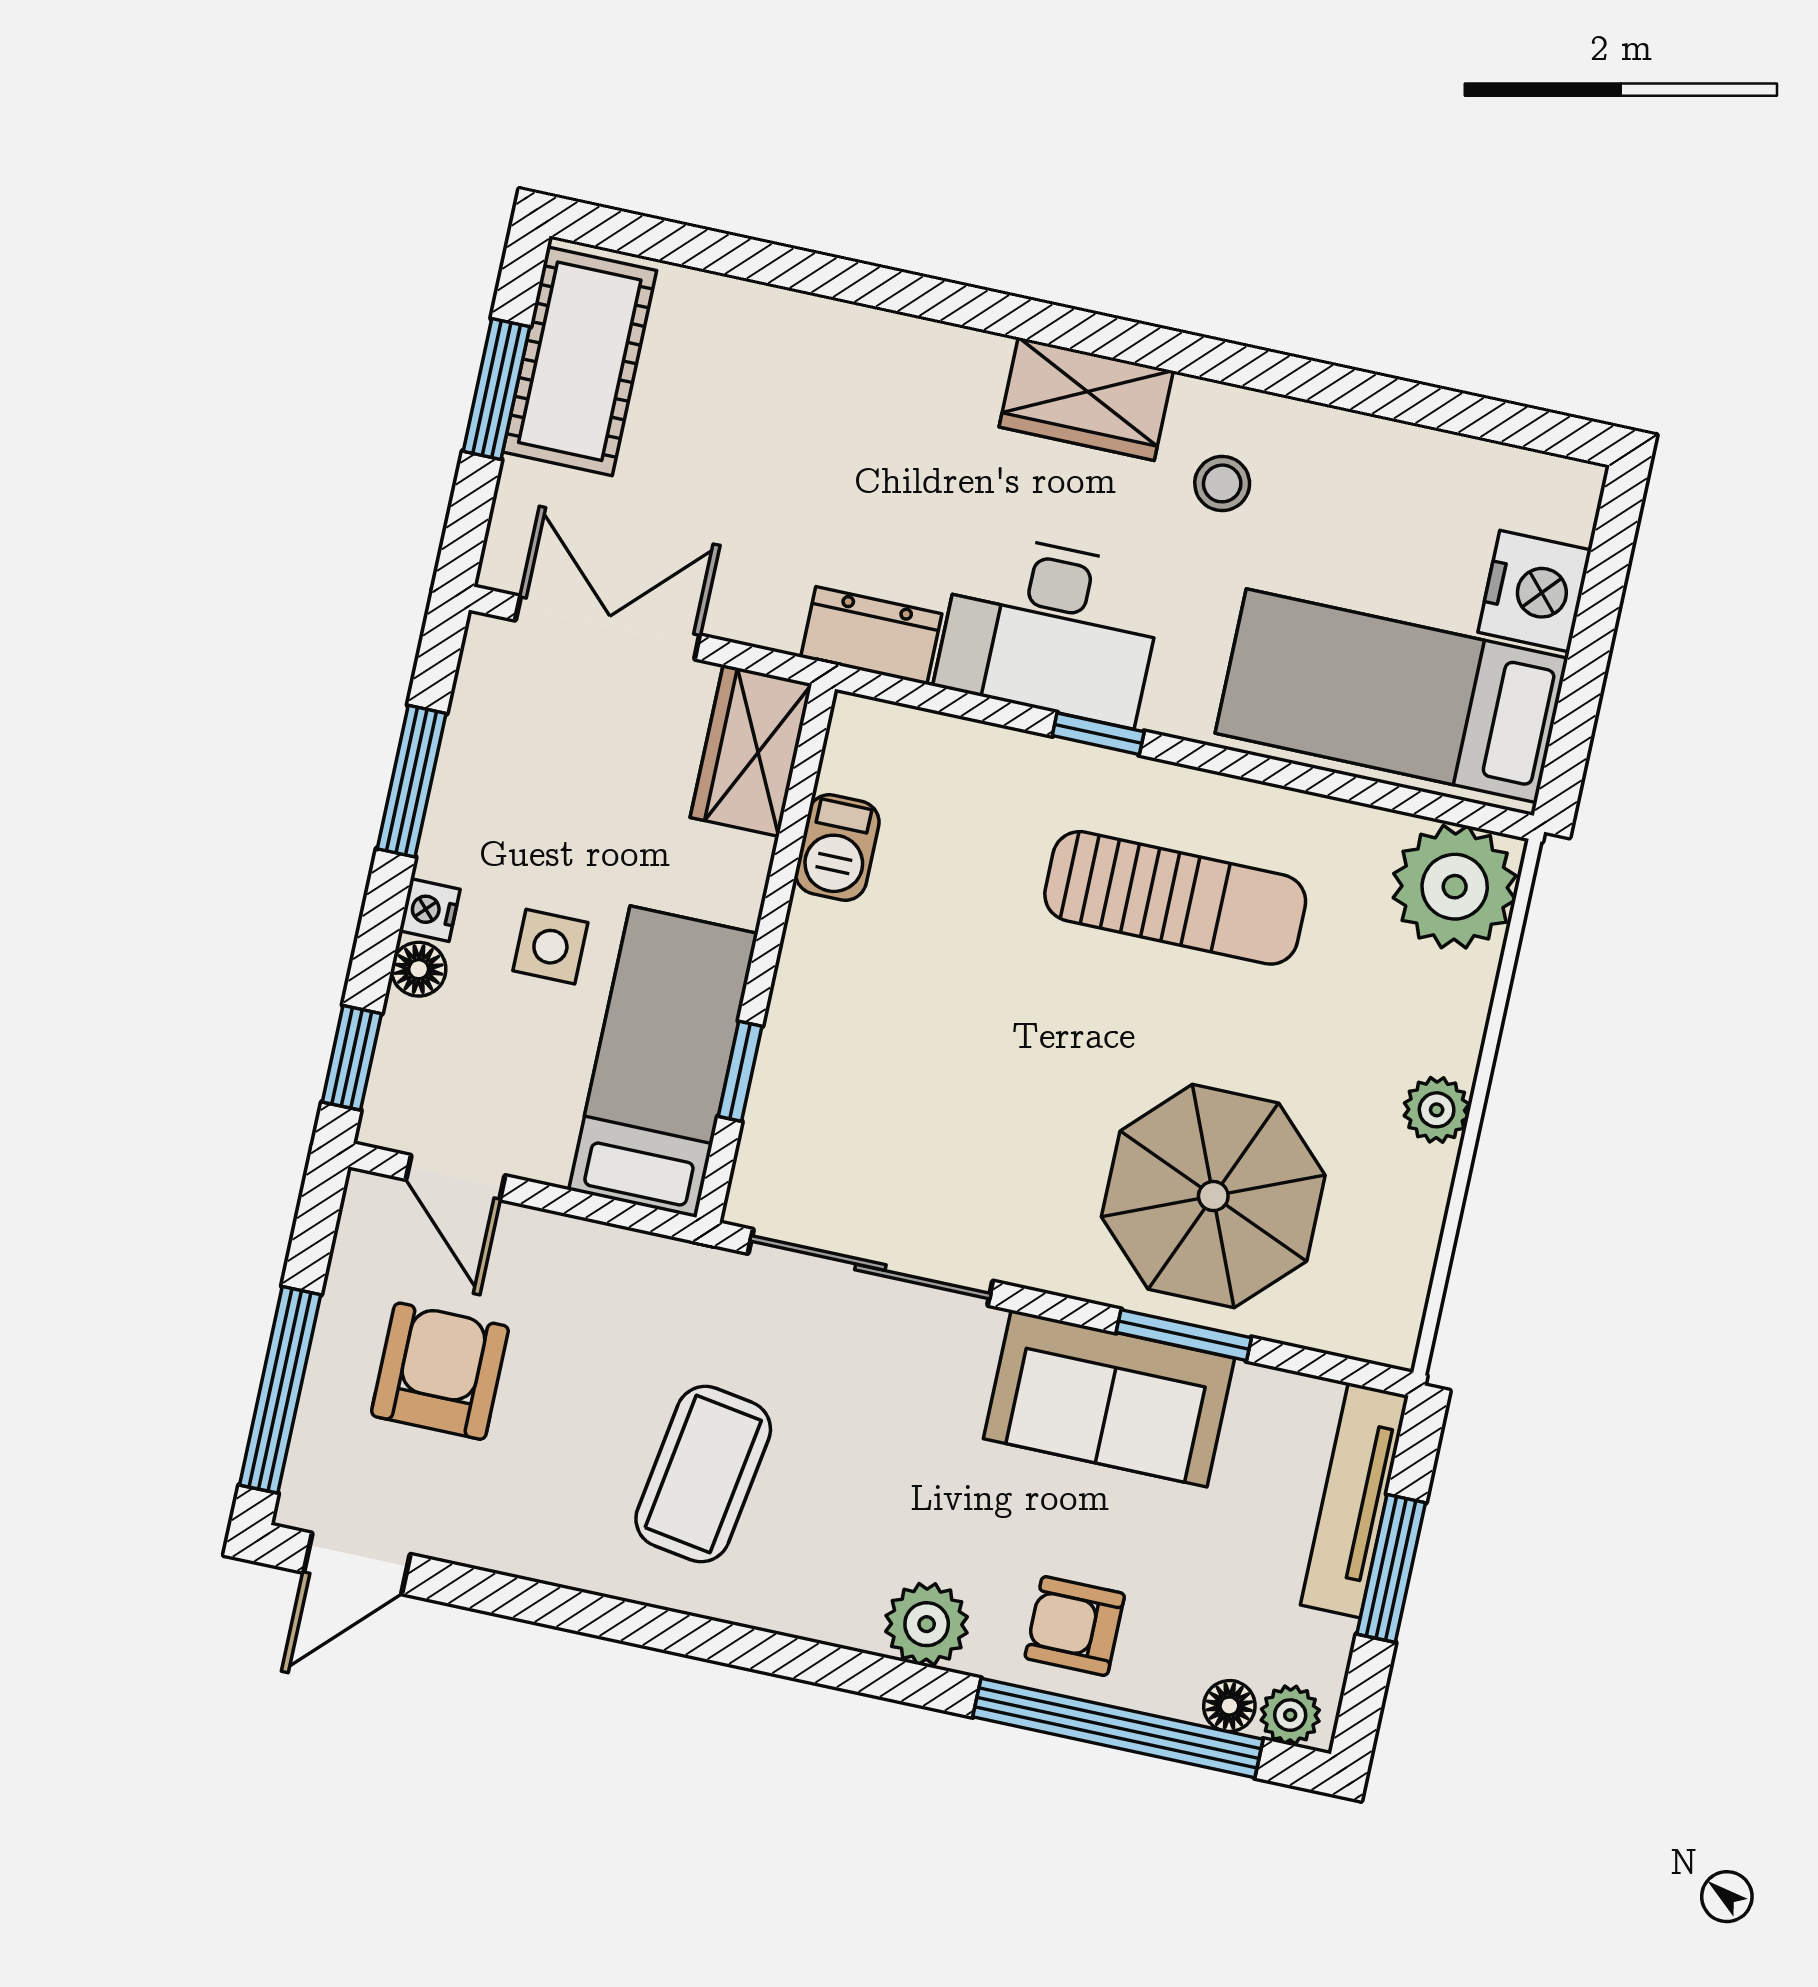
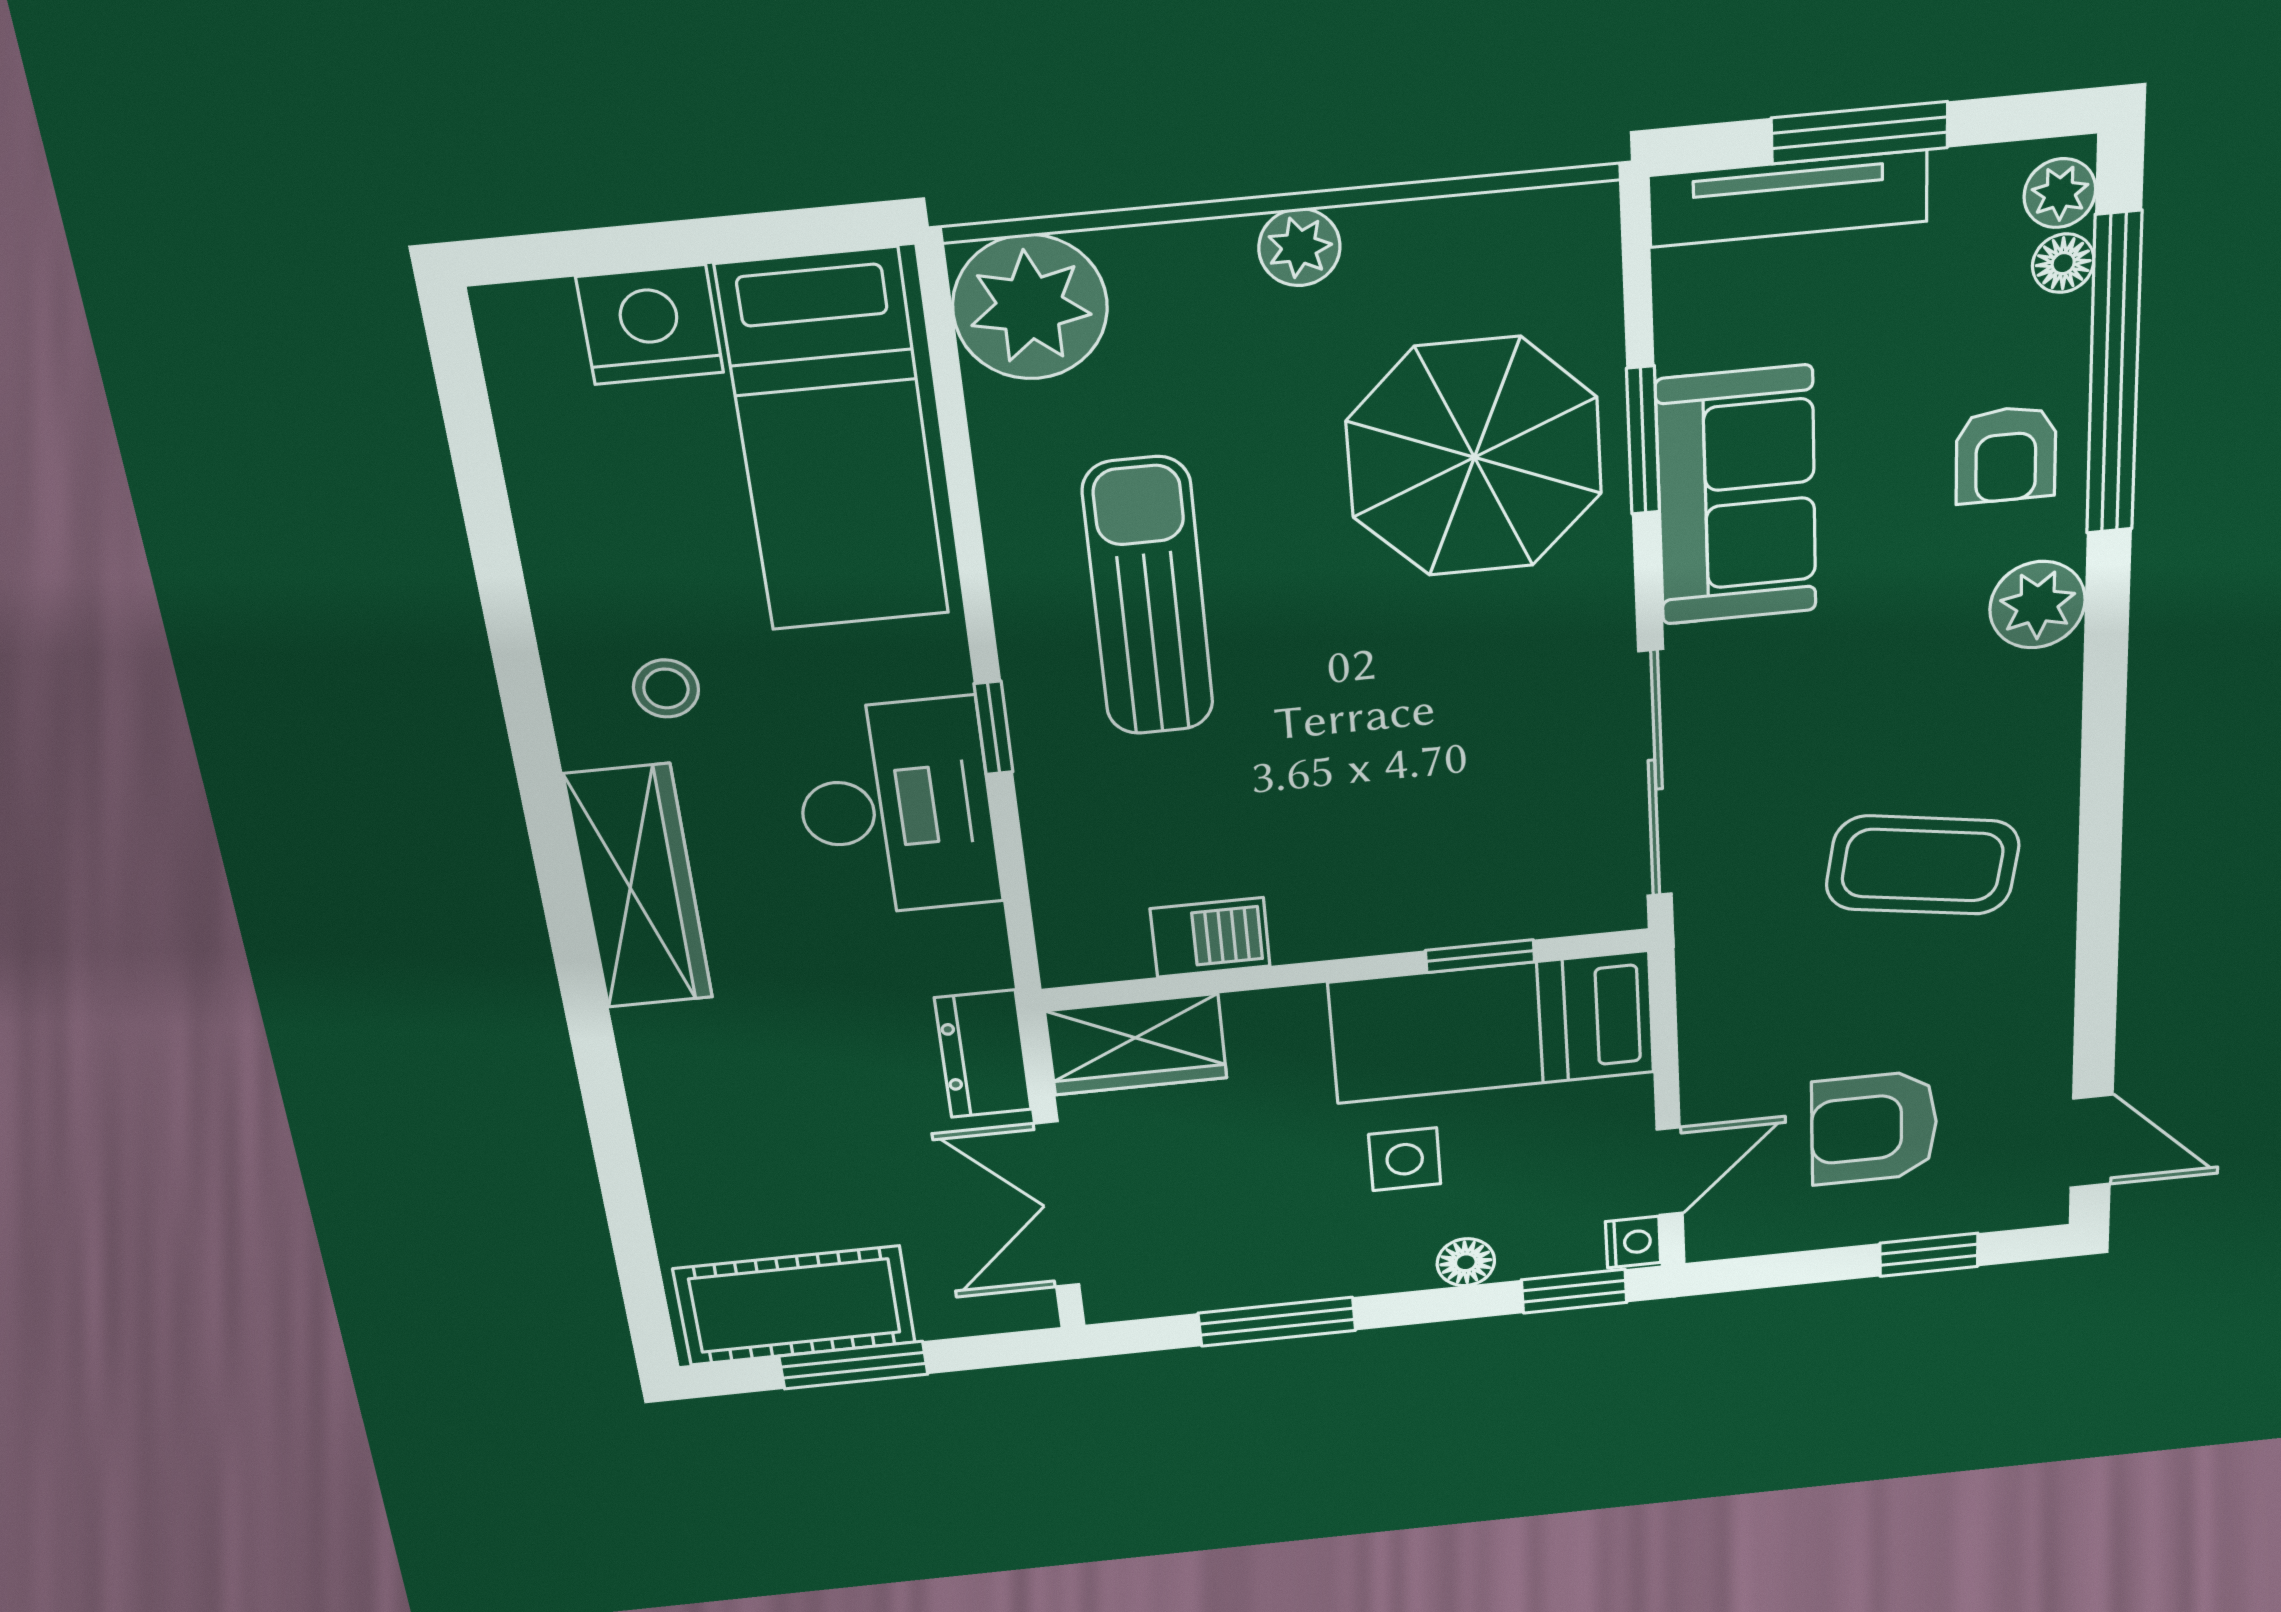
wardrobe: (1086, 399) -> (639, 887), width x1.50
dresser: (871, 636) -> (983, 1054), moved
nightstand: (430, 910) -> (1633, 1242), moved, turned -90
window: (280, 1390) -> (1929, 1255), width x0.46

